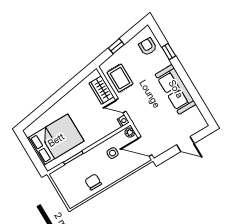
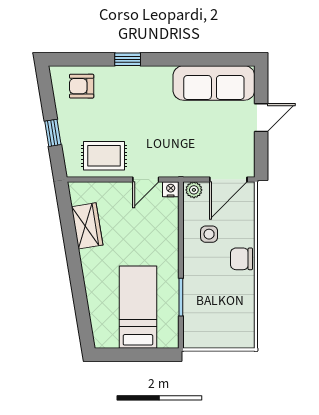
window: (169, 52) -> (128, 59), moved
sofa: (176, 89) -> (214, 83), moved
wardrobe: (101, 90) -> (87, 226), moved, turned -99
bed: (56, 140) -> (138, 307), width x0.67
chair: (93, 182) -> (242, 259), moved

